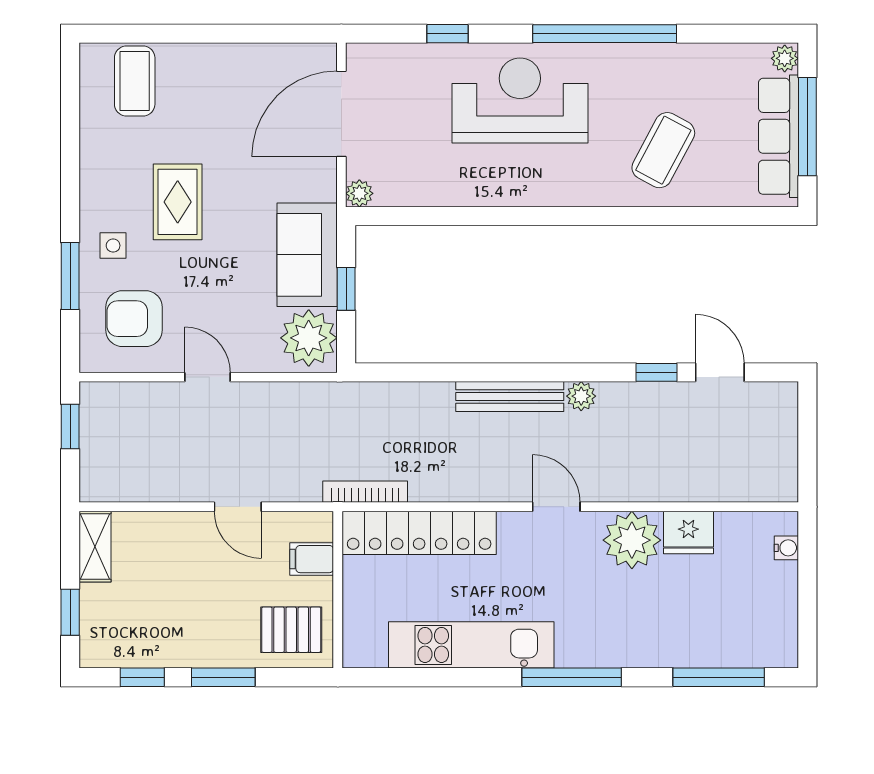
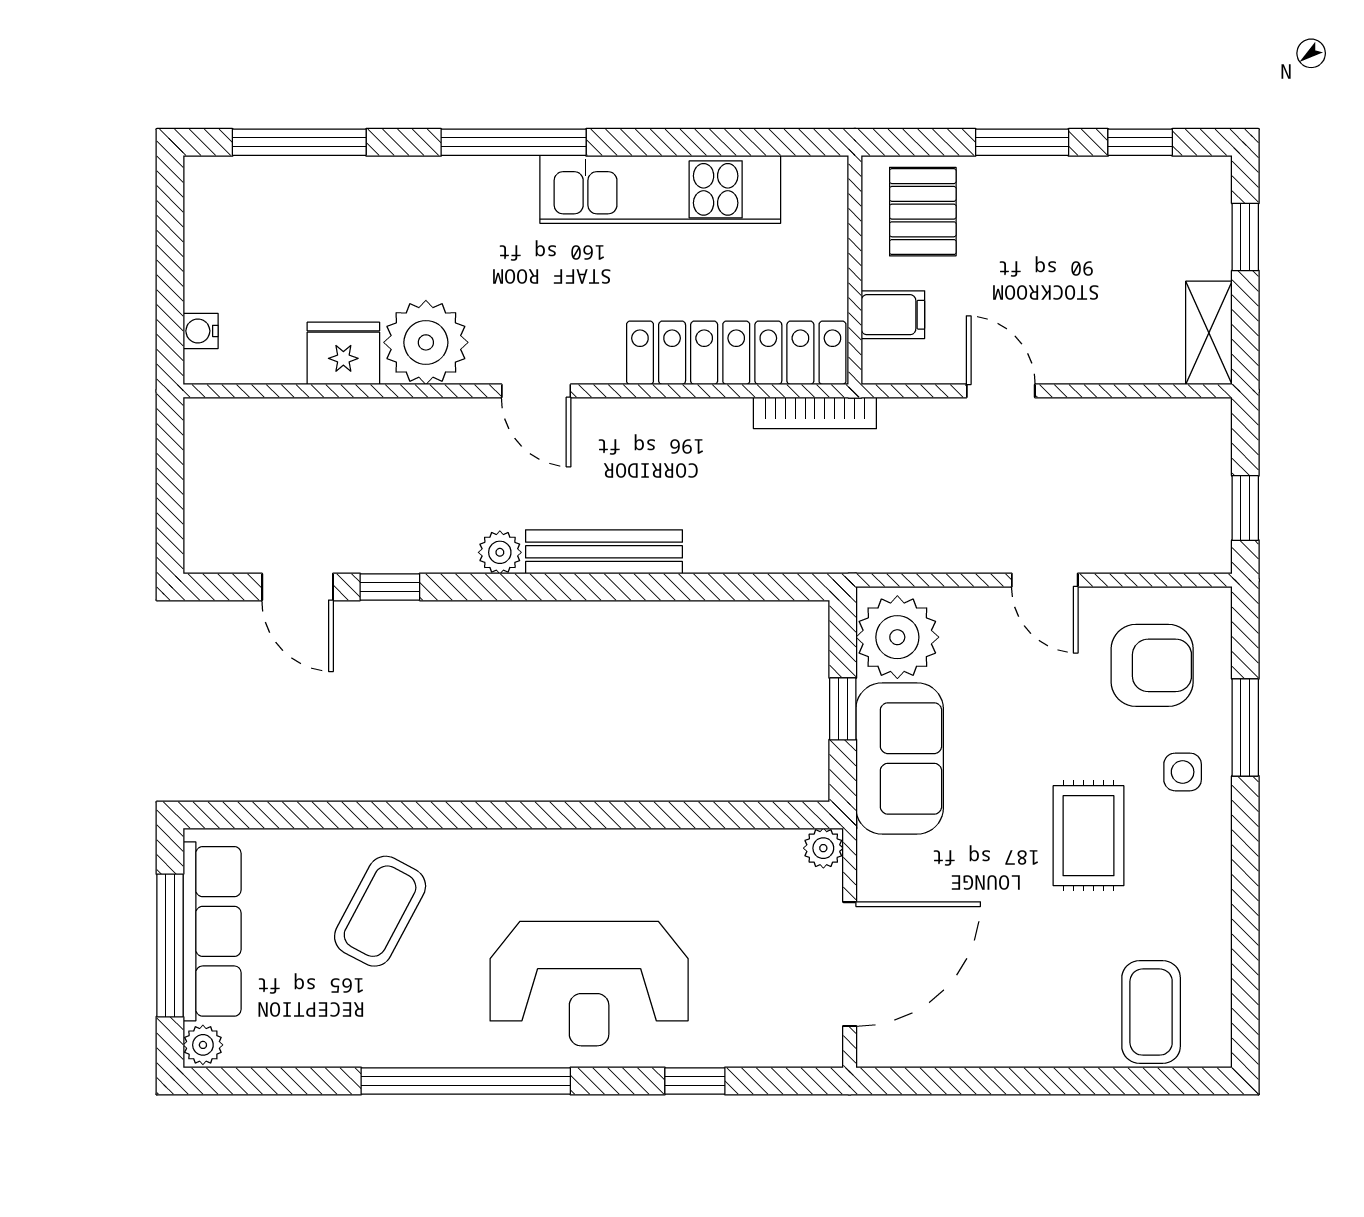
pallet: (291, 630) -> (923, 212), turned 90

